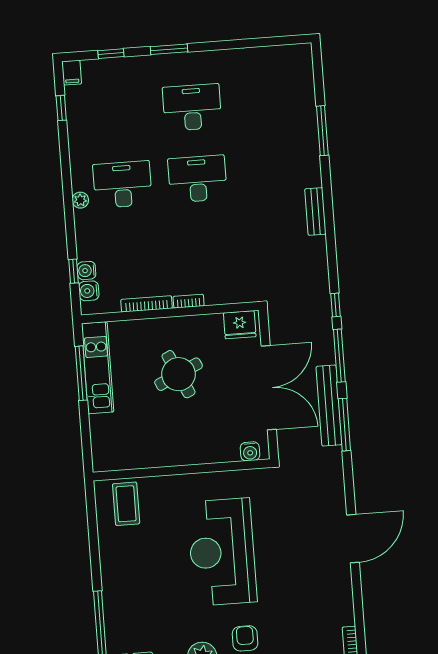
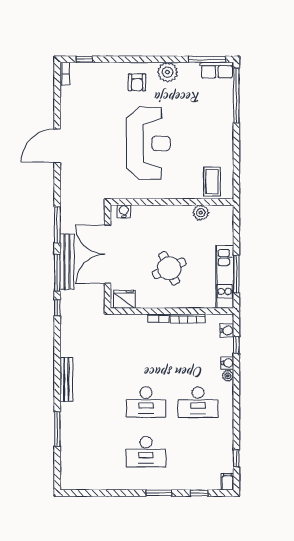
plant: (80, 200) -> (228, 376), moved
bench: (315, 211) -> (66, 379), width x1.36
water cooler: (86, 271) -> (227, 363), moved
bench: (329, 406) -> (67, 262), moved
plant: (139, 458) -> (201, 213), added

